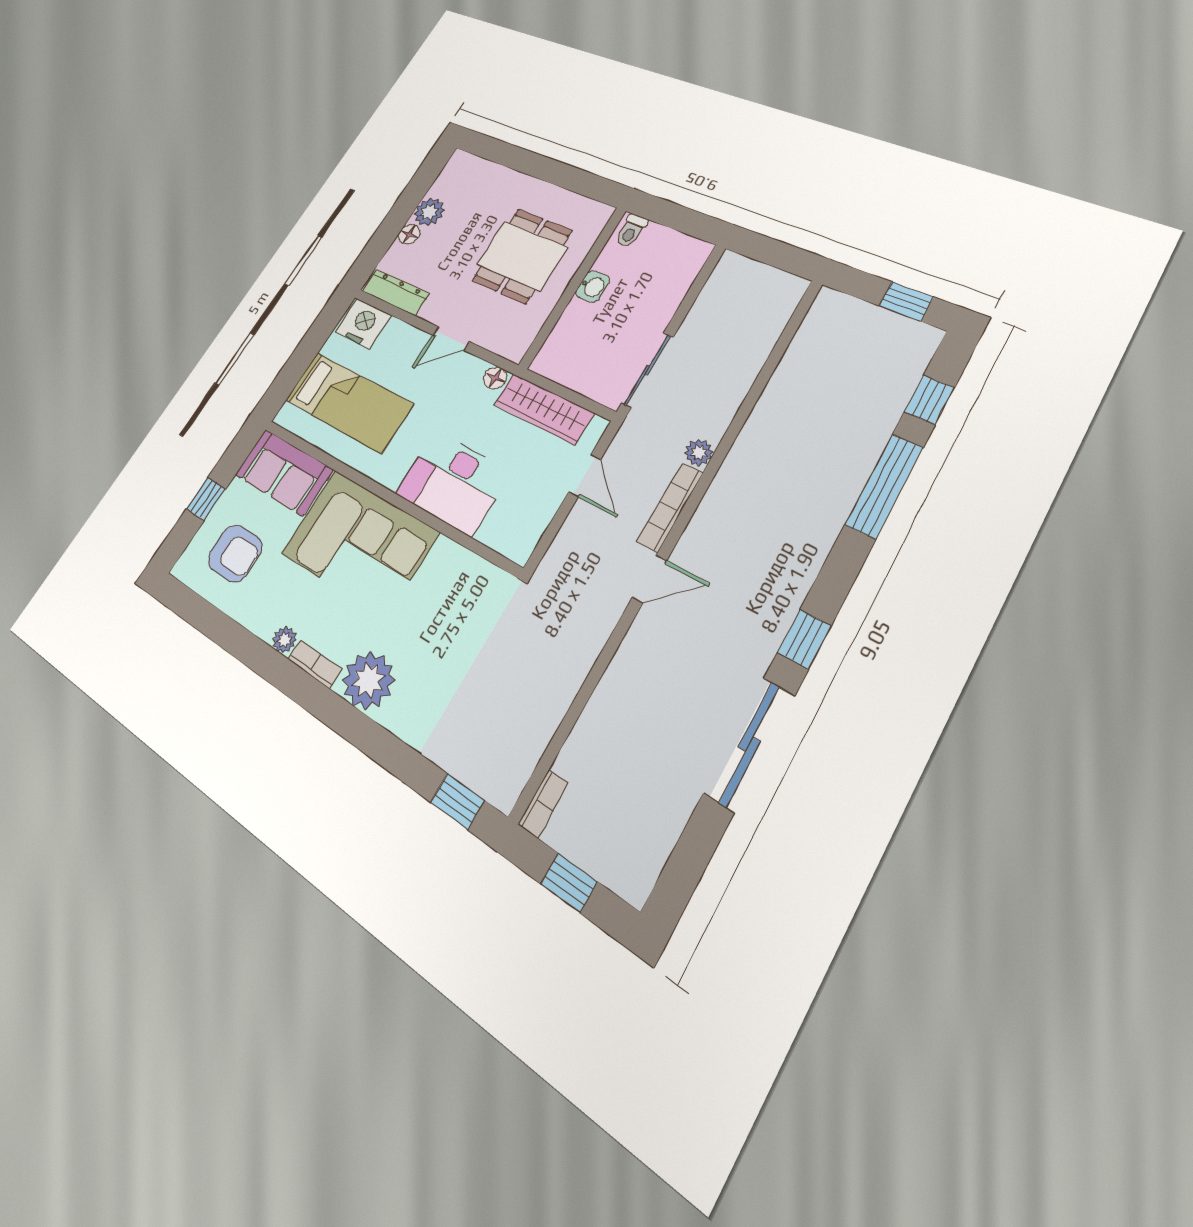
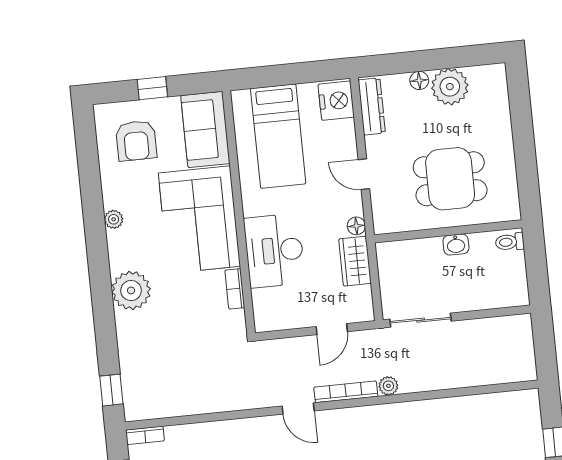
plant: (429, 212) -> (450, 87), width x1.36, depth x1.36
wardrobe: (544, 409) -> (355, 261), width x0.67
bookcase: (315, 664) -> (235, 289), moved, turned 180

